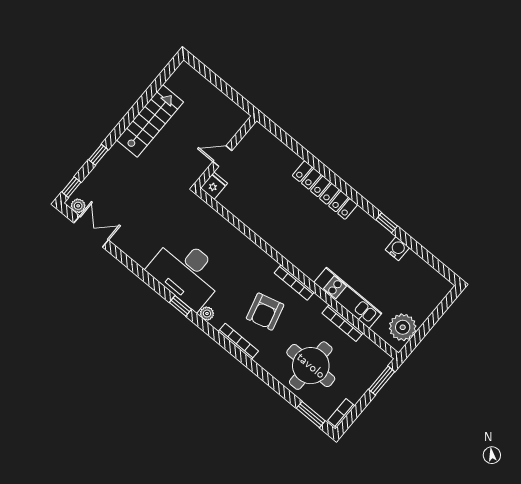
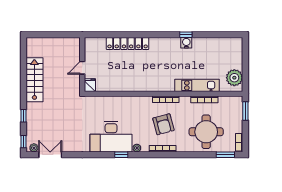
locker: (325, 190) -> (128, 44), moved
water cooler: (397, 249) -> (186, 43), moved

